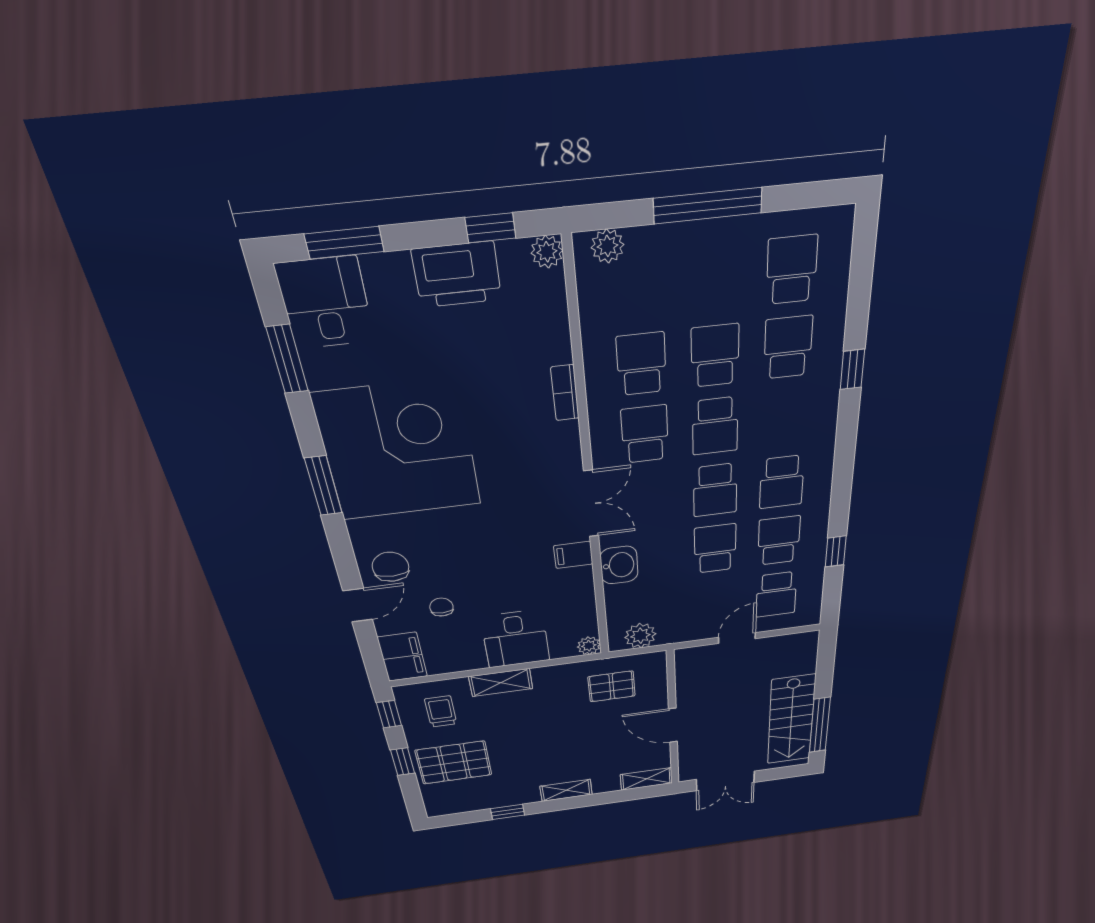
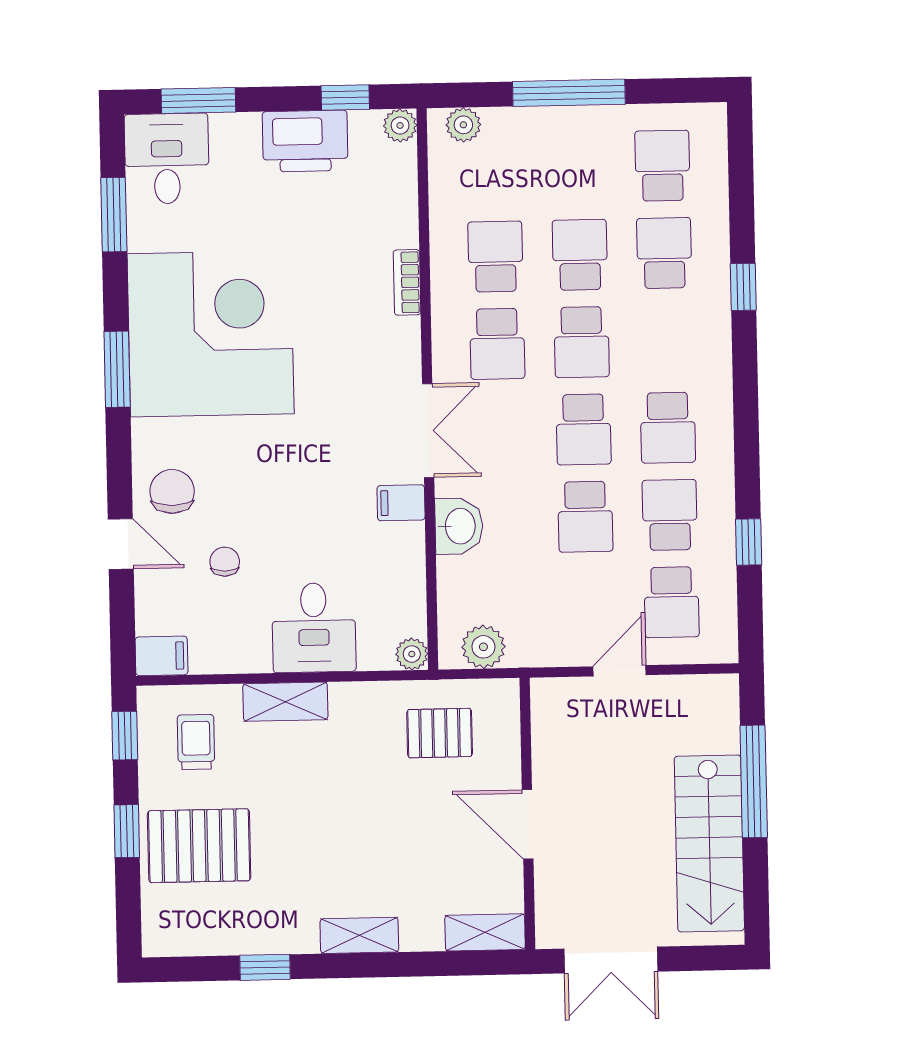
school desk: (645, 434) -> (497, 344), turned 180
school desk: (715, 549) -> (585, 517), turned 180
door: (358, 605) -> (121, 544), hinge flipped
filing cabinet: (402, 657) -> (162, 656), width x0.50
window: (820, 725) -> (754, 781), moved

